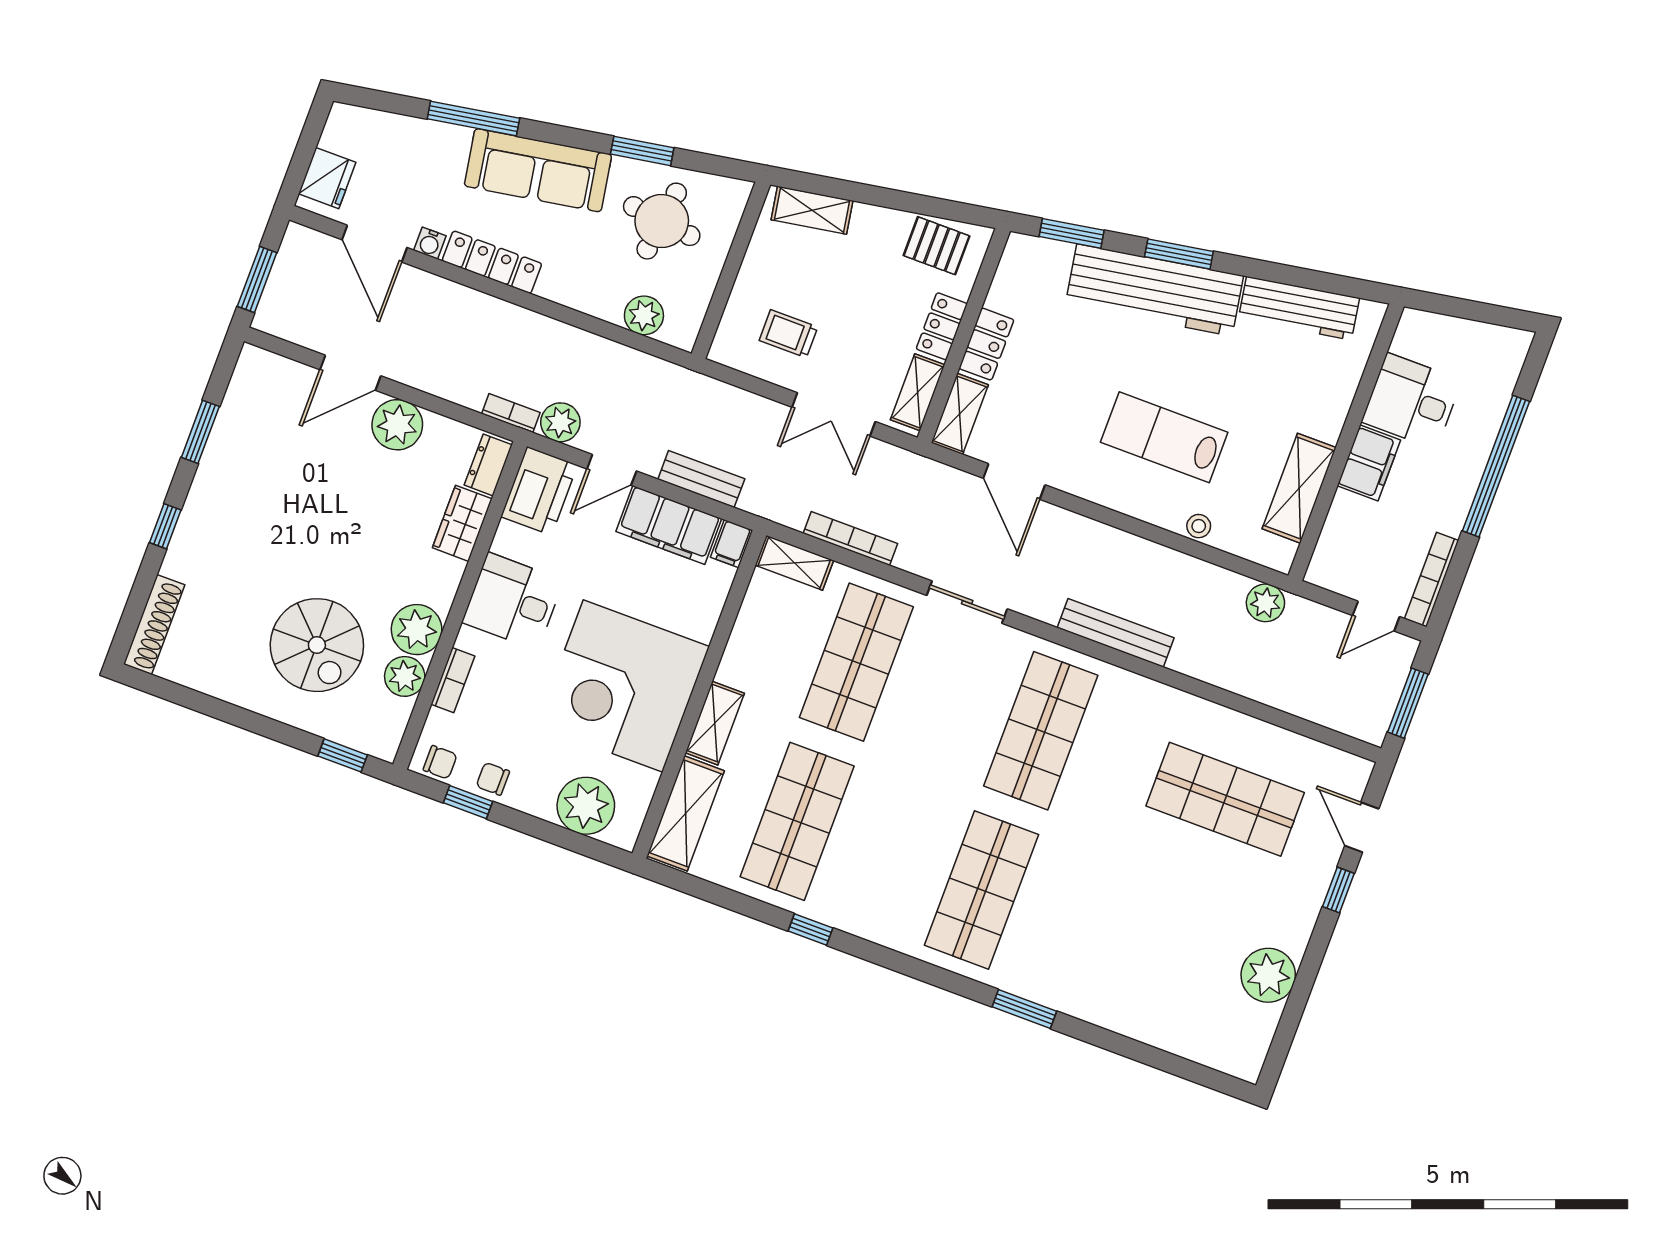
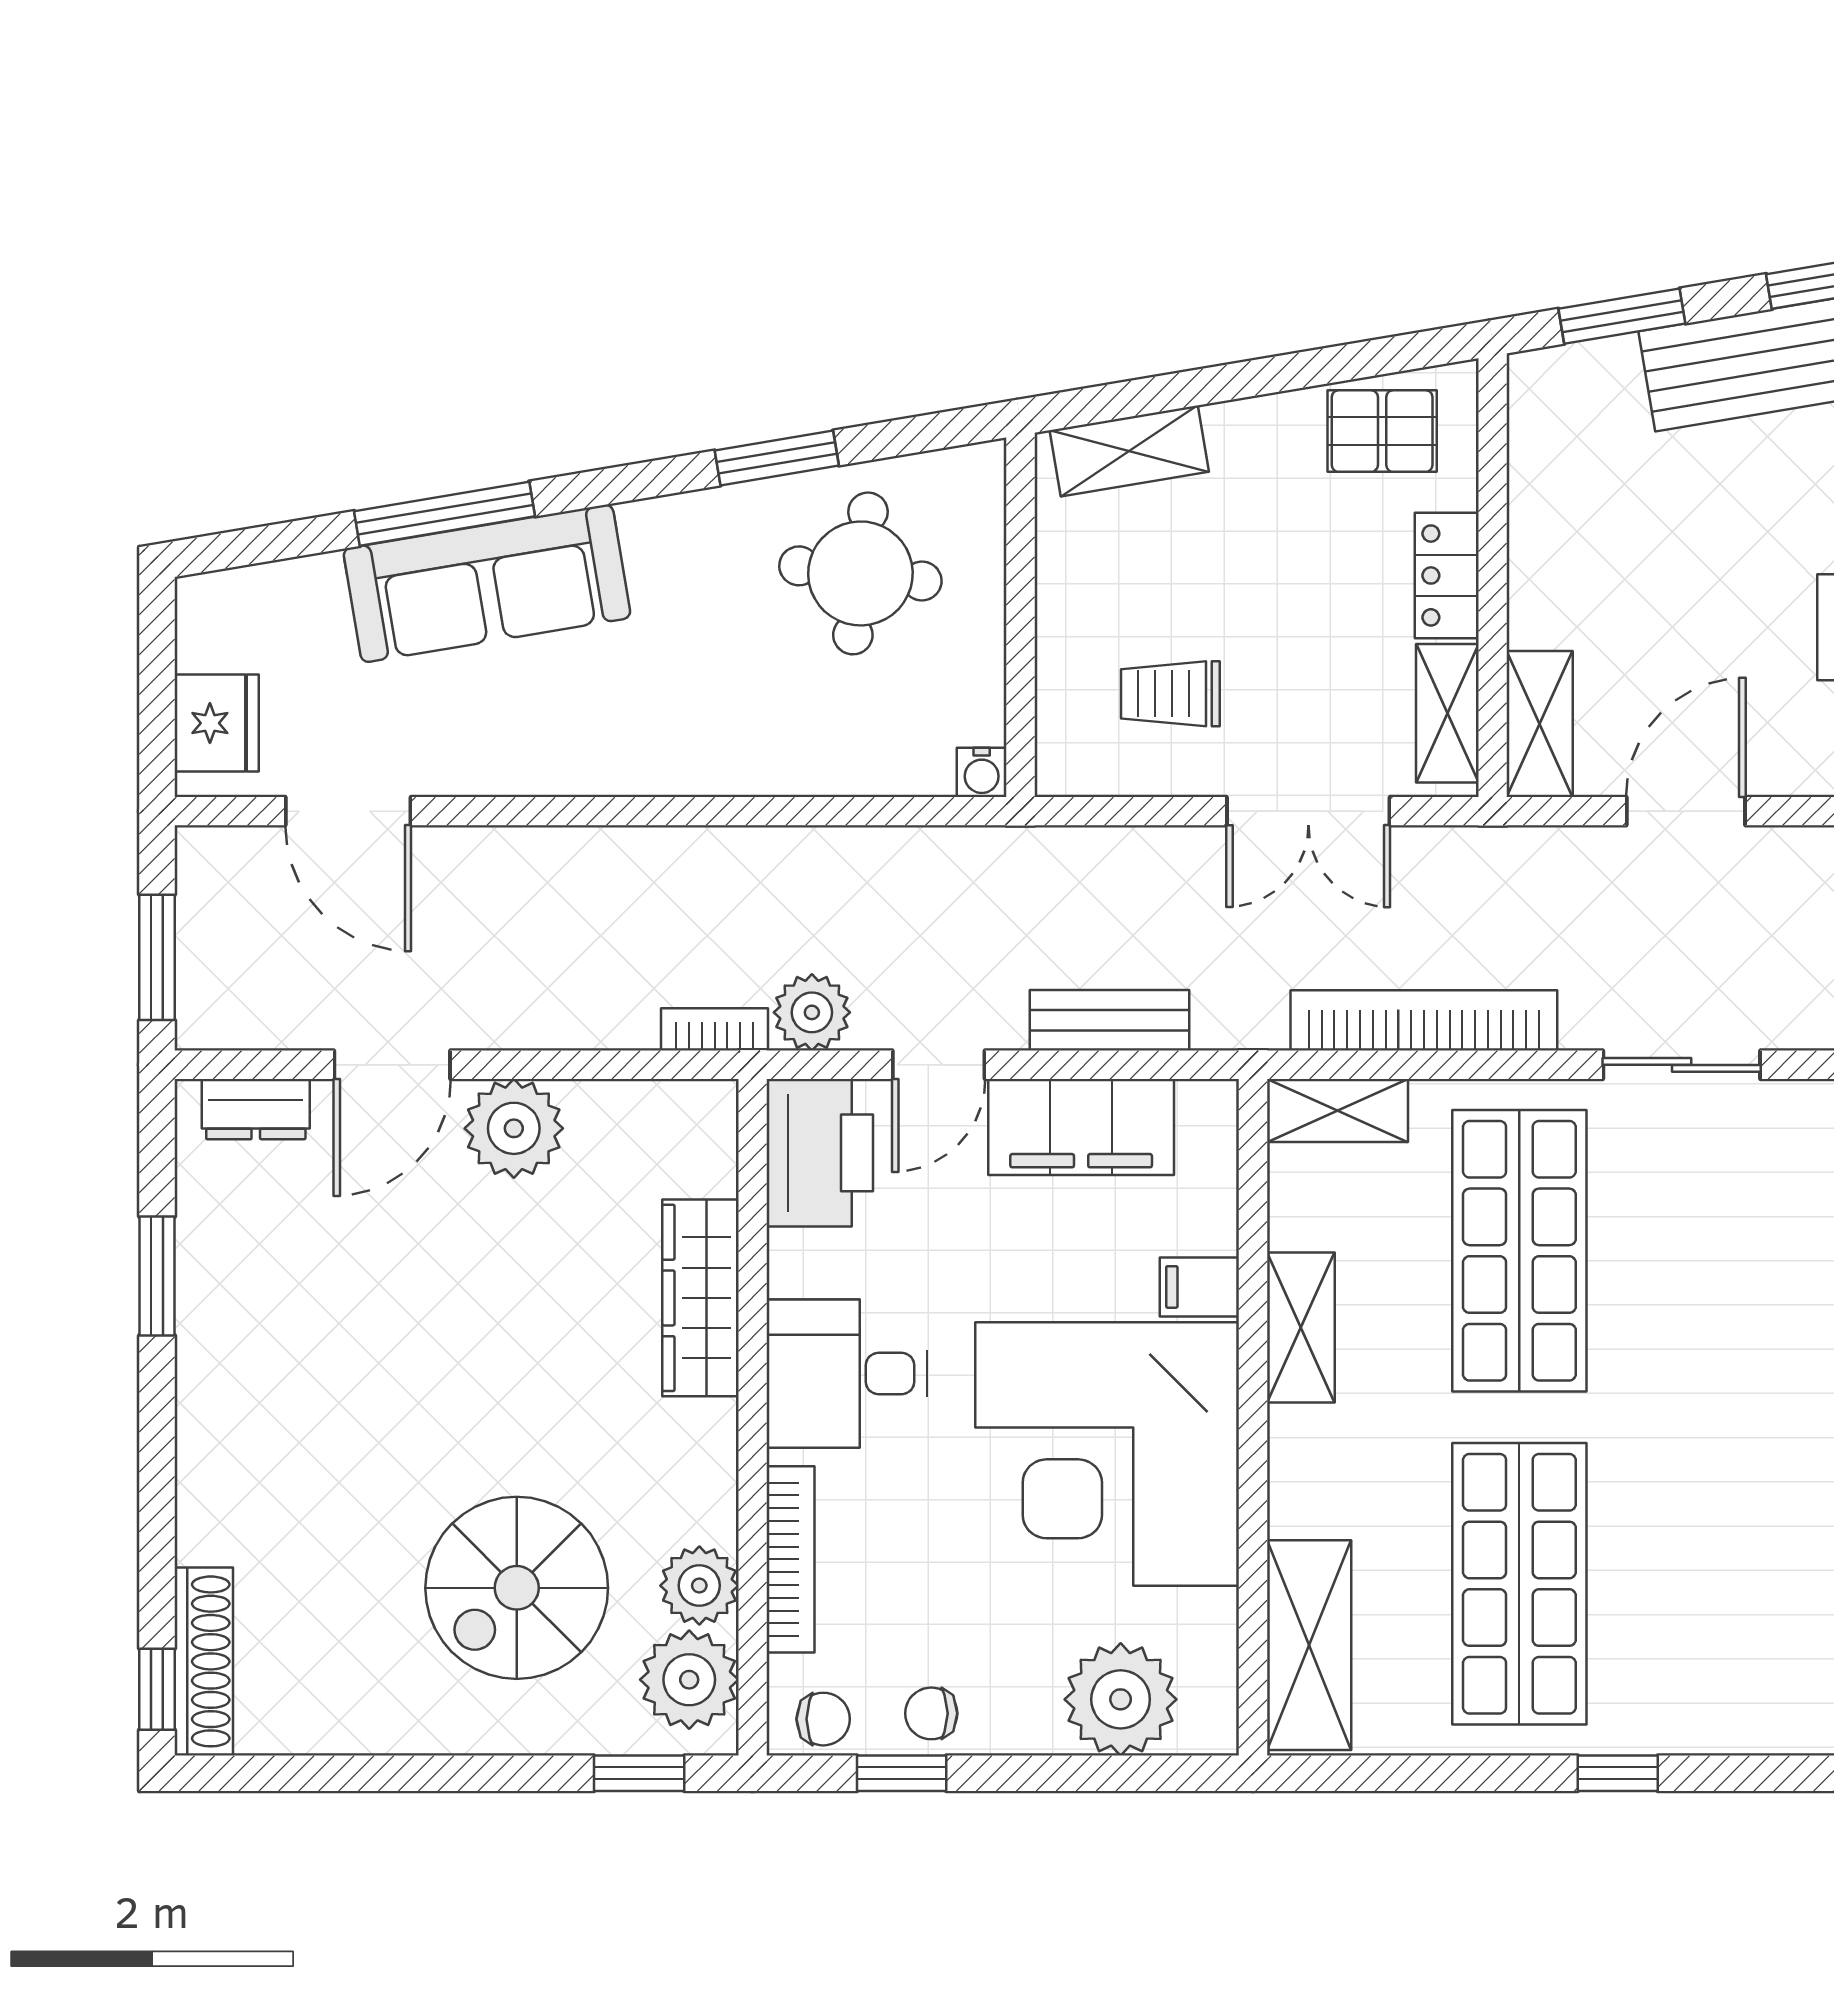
sofa: (538, 170) -> (487, 583), moved
water cooler: (430, 243) -> (982, 772), moved
locker: (492, 262) -> (577, 765), removed
plant: (644, 315) -> (892, 759), removed
locker: (986, 344) -> (1541, 578), removed
dresser: (488, 465) -> (256, 1109), moved, turned -90
door: (1014, 482) -> (1686, 811), swing flipped
wardrobe: (462, 523) -> (700, 1298), width x1.50
window: (165, 526) -> (157, 1689), moved
bookcase: (850, 538) -> (1424, 1020), width x1.48, depth x1.31
filing cabinet: (732, 544) -> (1199, 1287), moved, turned 90
plant: (417, 630) -> (689, 1680), moved
spiral stairs: (317, 645) -> (517, 1588), turned 90
bookcase: (453, 680) -> (791, 1559), width x1.56
shelving: (715, 723) -> (1301, 1327), moved

